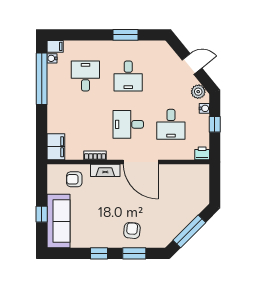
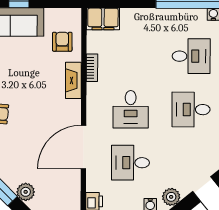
desk: (128, 124) -> (131, 109), turned 180
door: (141, 162) -> (83, 147), moved
plant: (195, 208) -> (26, 192), added

